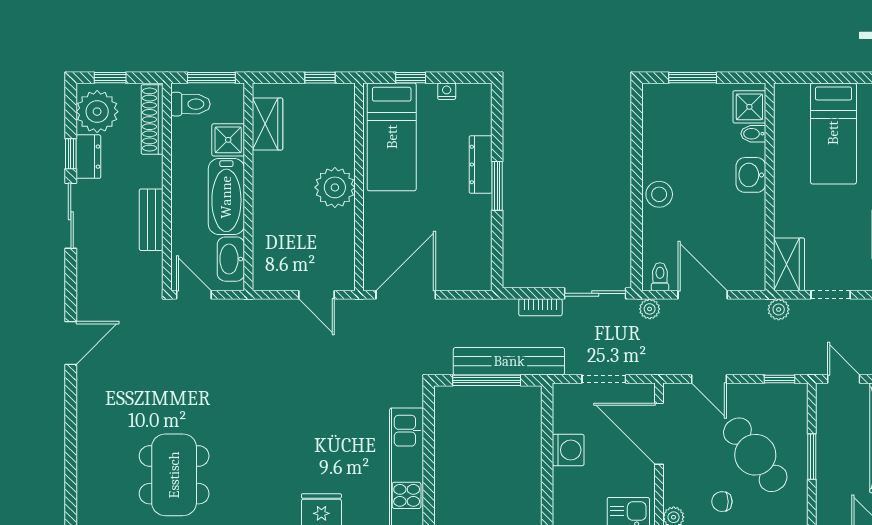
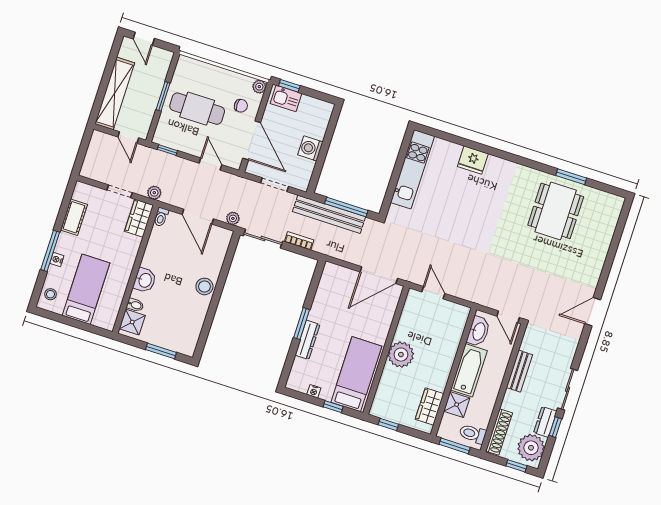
toilet: (660, 277) -> (161, 217), moved
cafe table: (755, 455) -> (197, 109), turned -53
chair: (722, 502) -> (241, 106), moved

